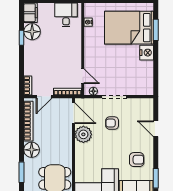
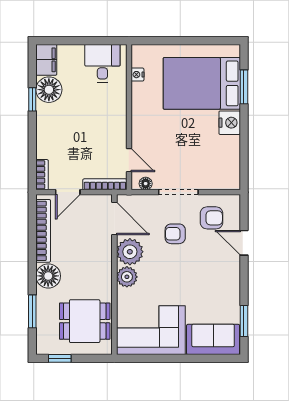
plant: (82, 150) -> (127, 277), added
armchair: (137, 160) -> (212, 218), moved

